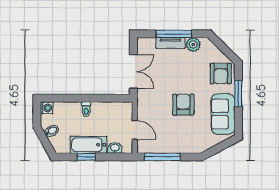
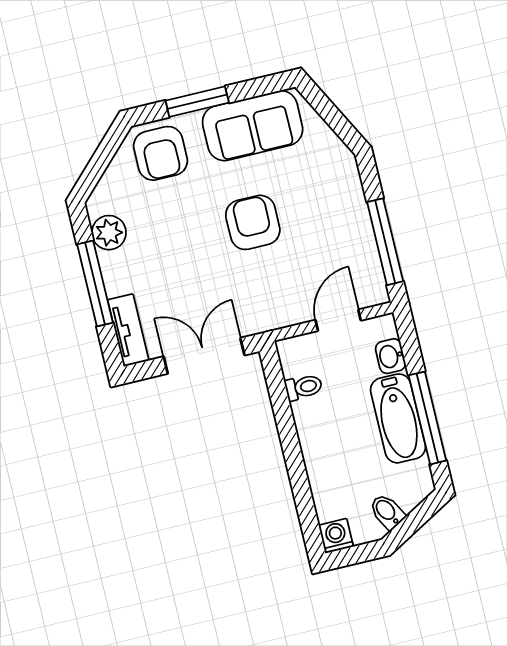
tv unit: (170, 43) -> (128, 330), moved
armchair: (221, 73) -> (160, 153), turned 90
armchair: (183, 105) -> (253, 222), turned 90
toilet: (86, 109) -> (304, 387), moved
window: (86, 157) -> (427, 418), width x2.17

